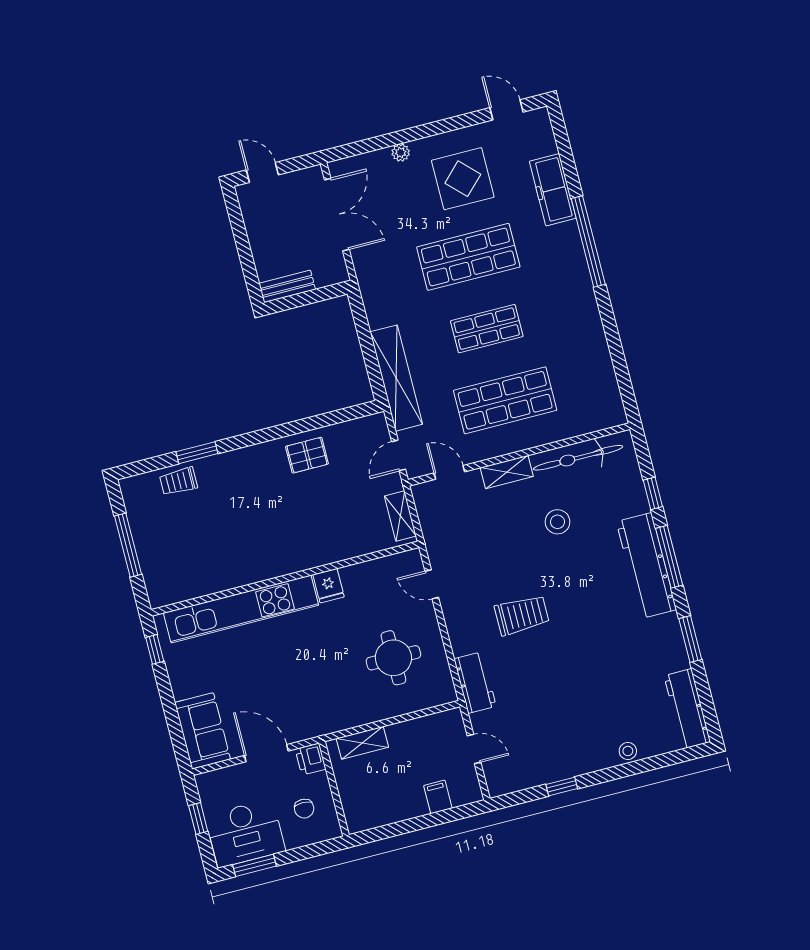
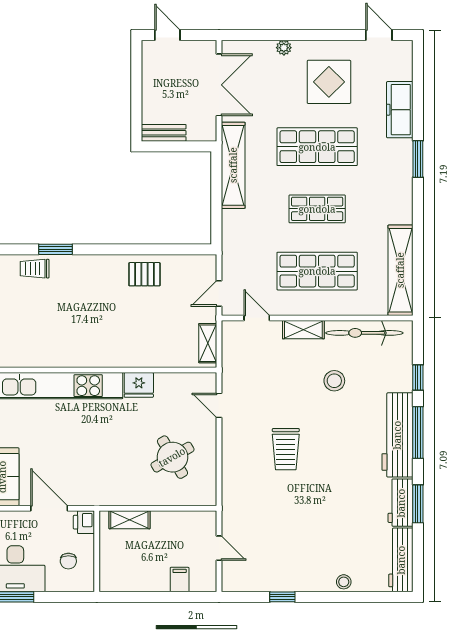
window: (588, 241) -> (418, 159), width x0.47
shelving: (601, 375) -> (400, 270), added
shelving: (396, 378) -> (233, 165), moved
fridge: (329, 586) -> (139, 385), width x1.38
trolley: (522, 615) -> (286, 449), turned 90
round table: (393, 658) -> (172, 457), turned -30
workbench: (475, 683) -> (401, 503), moved, turned 180

